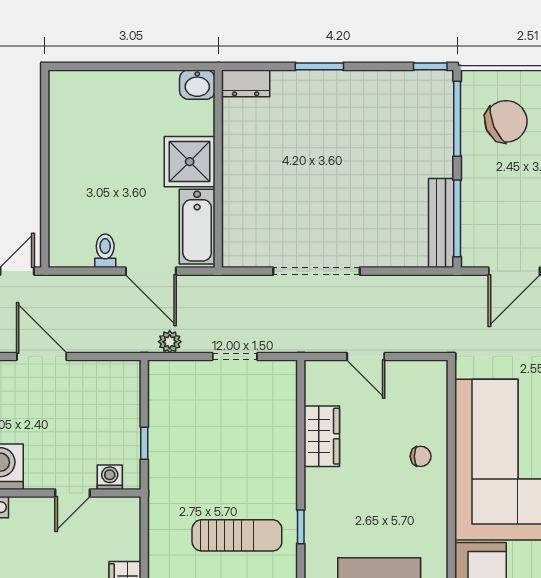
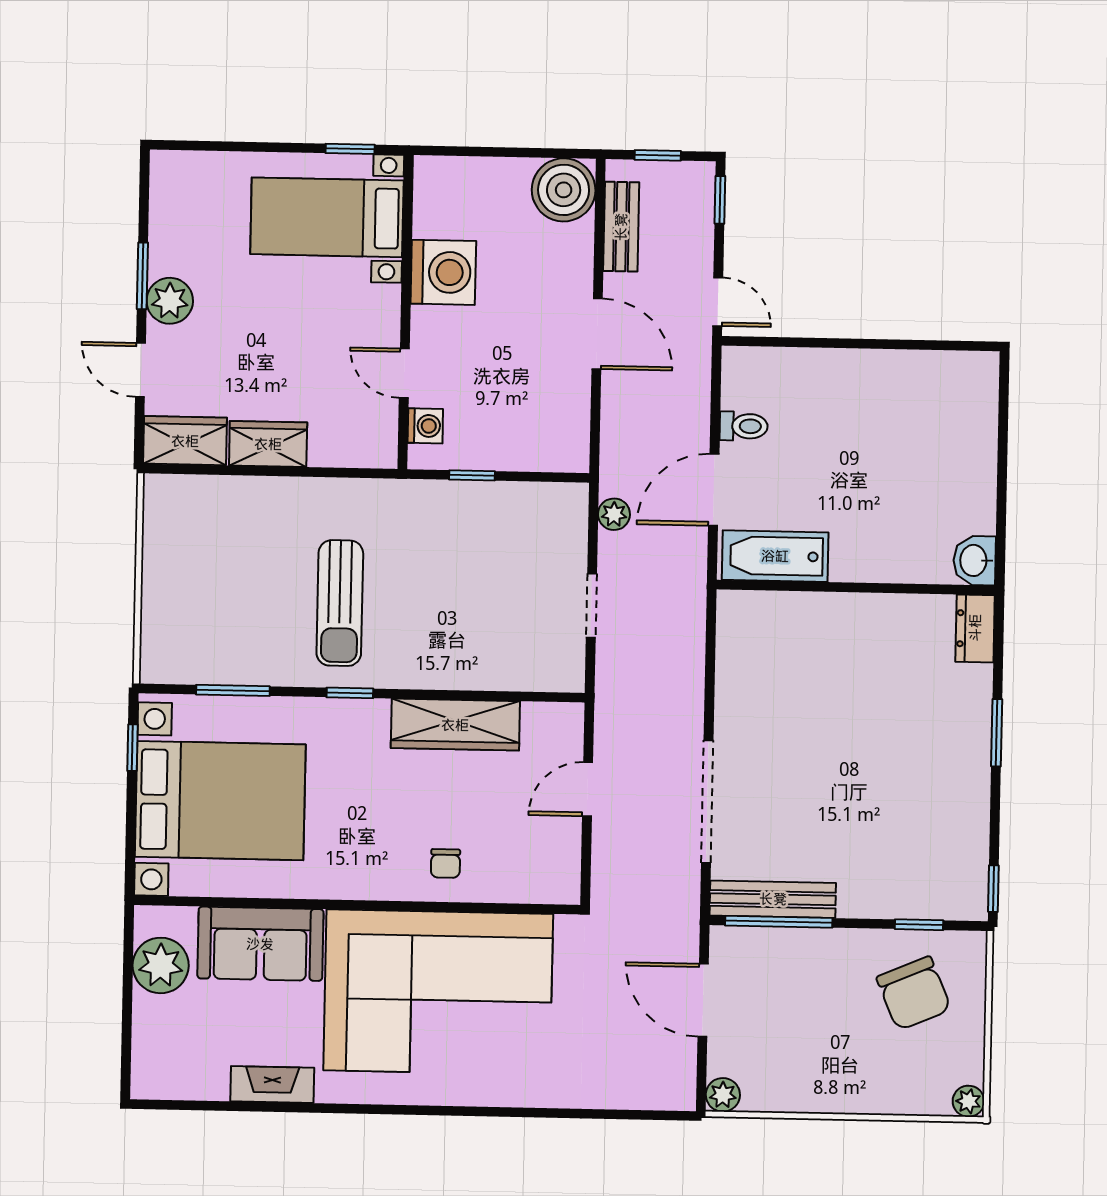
window: (457, 119) -> (919, 925), width x0.46
shower: (190, 162) -> (867, 547), removed
doorway: (317, 271) -> (707, 802), moved
door: (42, 356) -> (597, 334), hinge flipped
wardrobe: (322, 436) -> (455, 725), width x1.50

